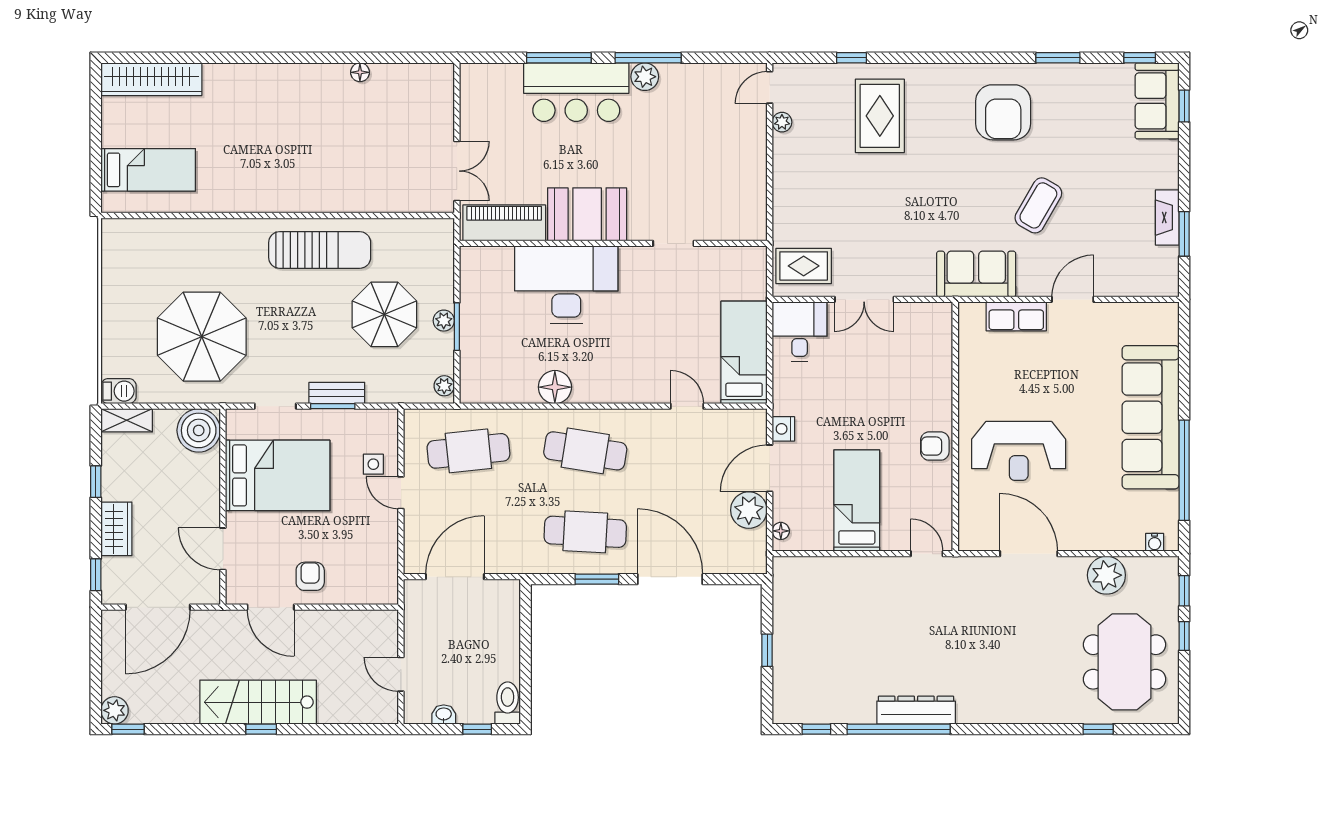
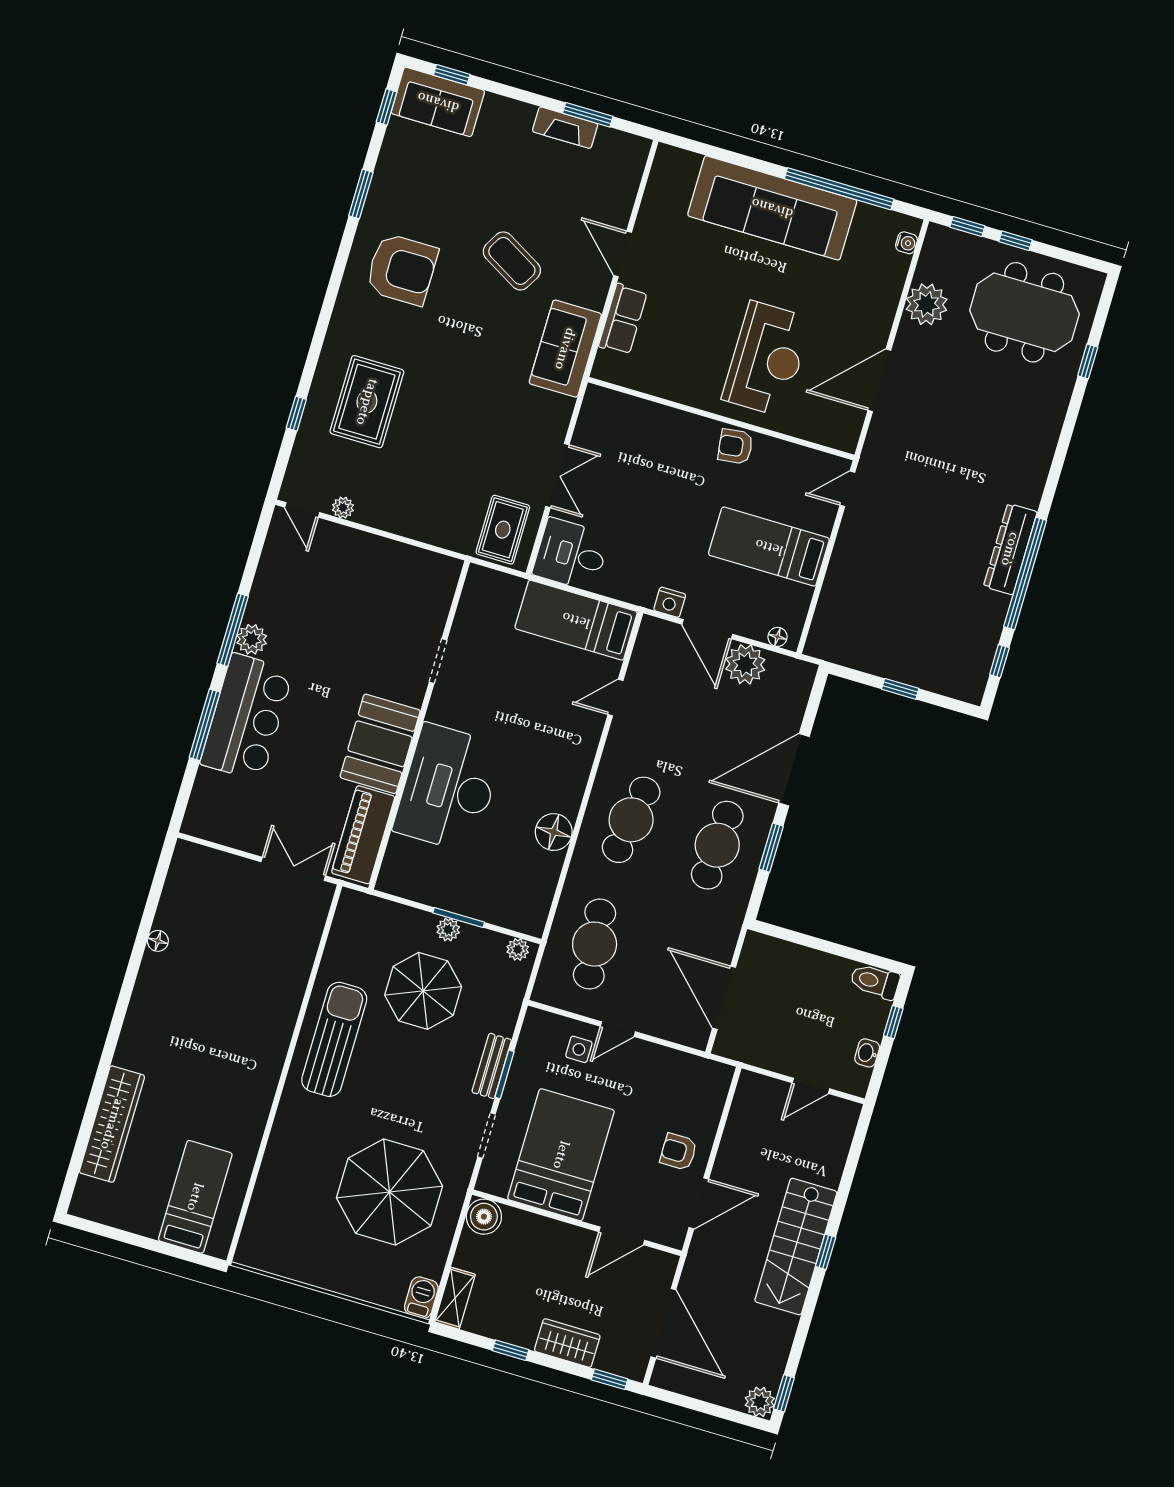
wardrobe: (151, 79) -> (112, 1124), moved
rug: (880, 116) -> (367, 402), turned 90
boiler: (199, 430) -> (484, 1217), width x0.73, depth x0.73
armchair: (935, 446) -> (735, 446), turned 83

